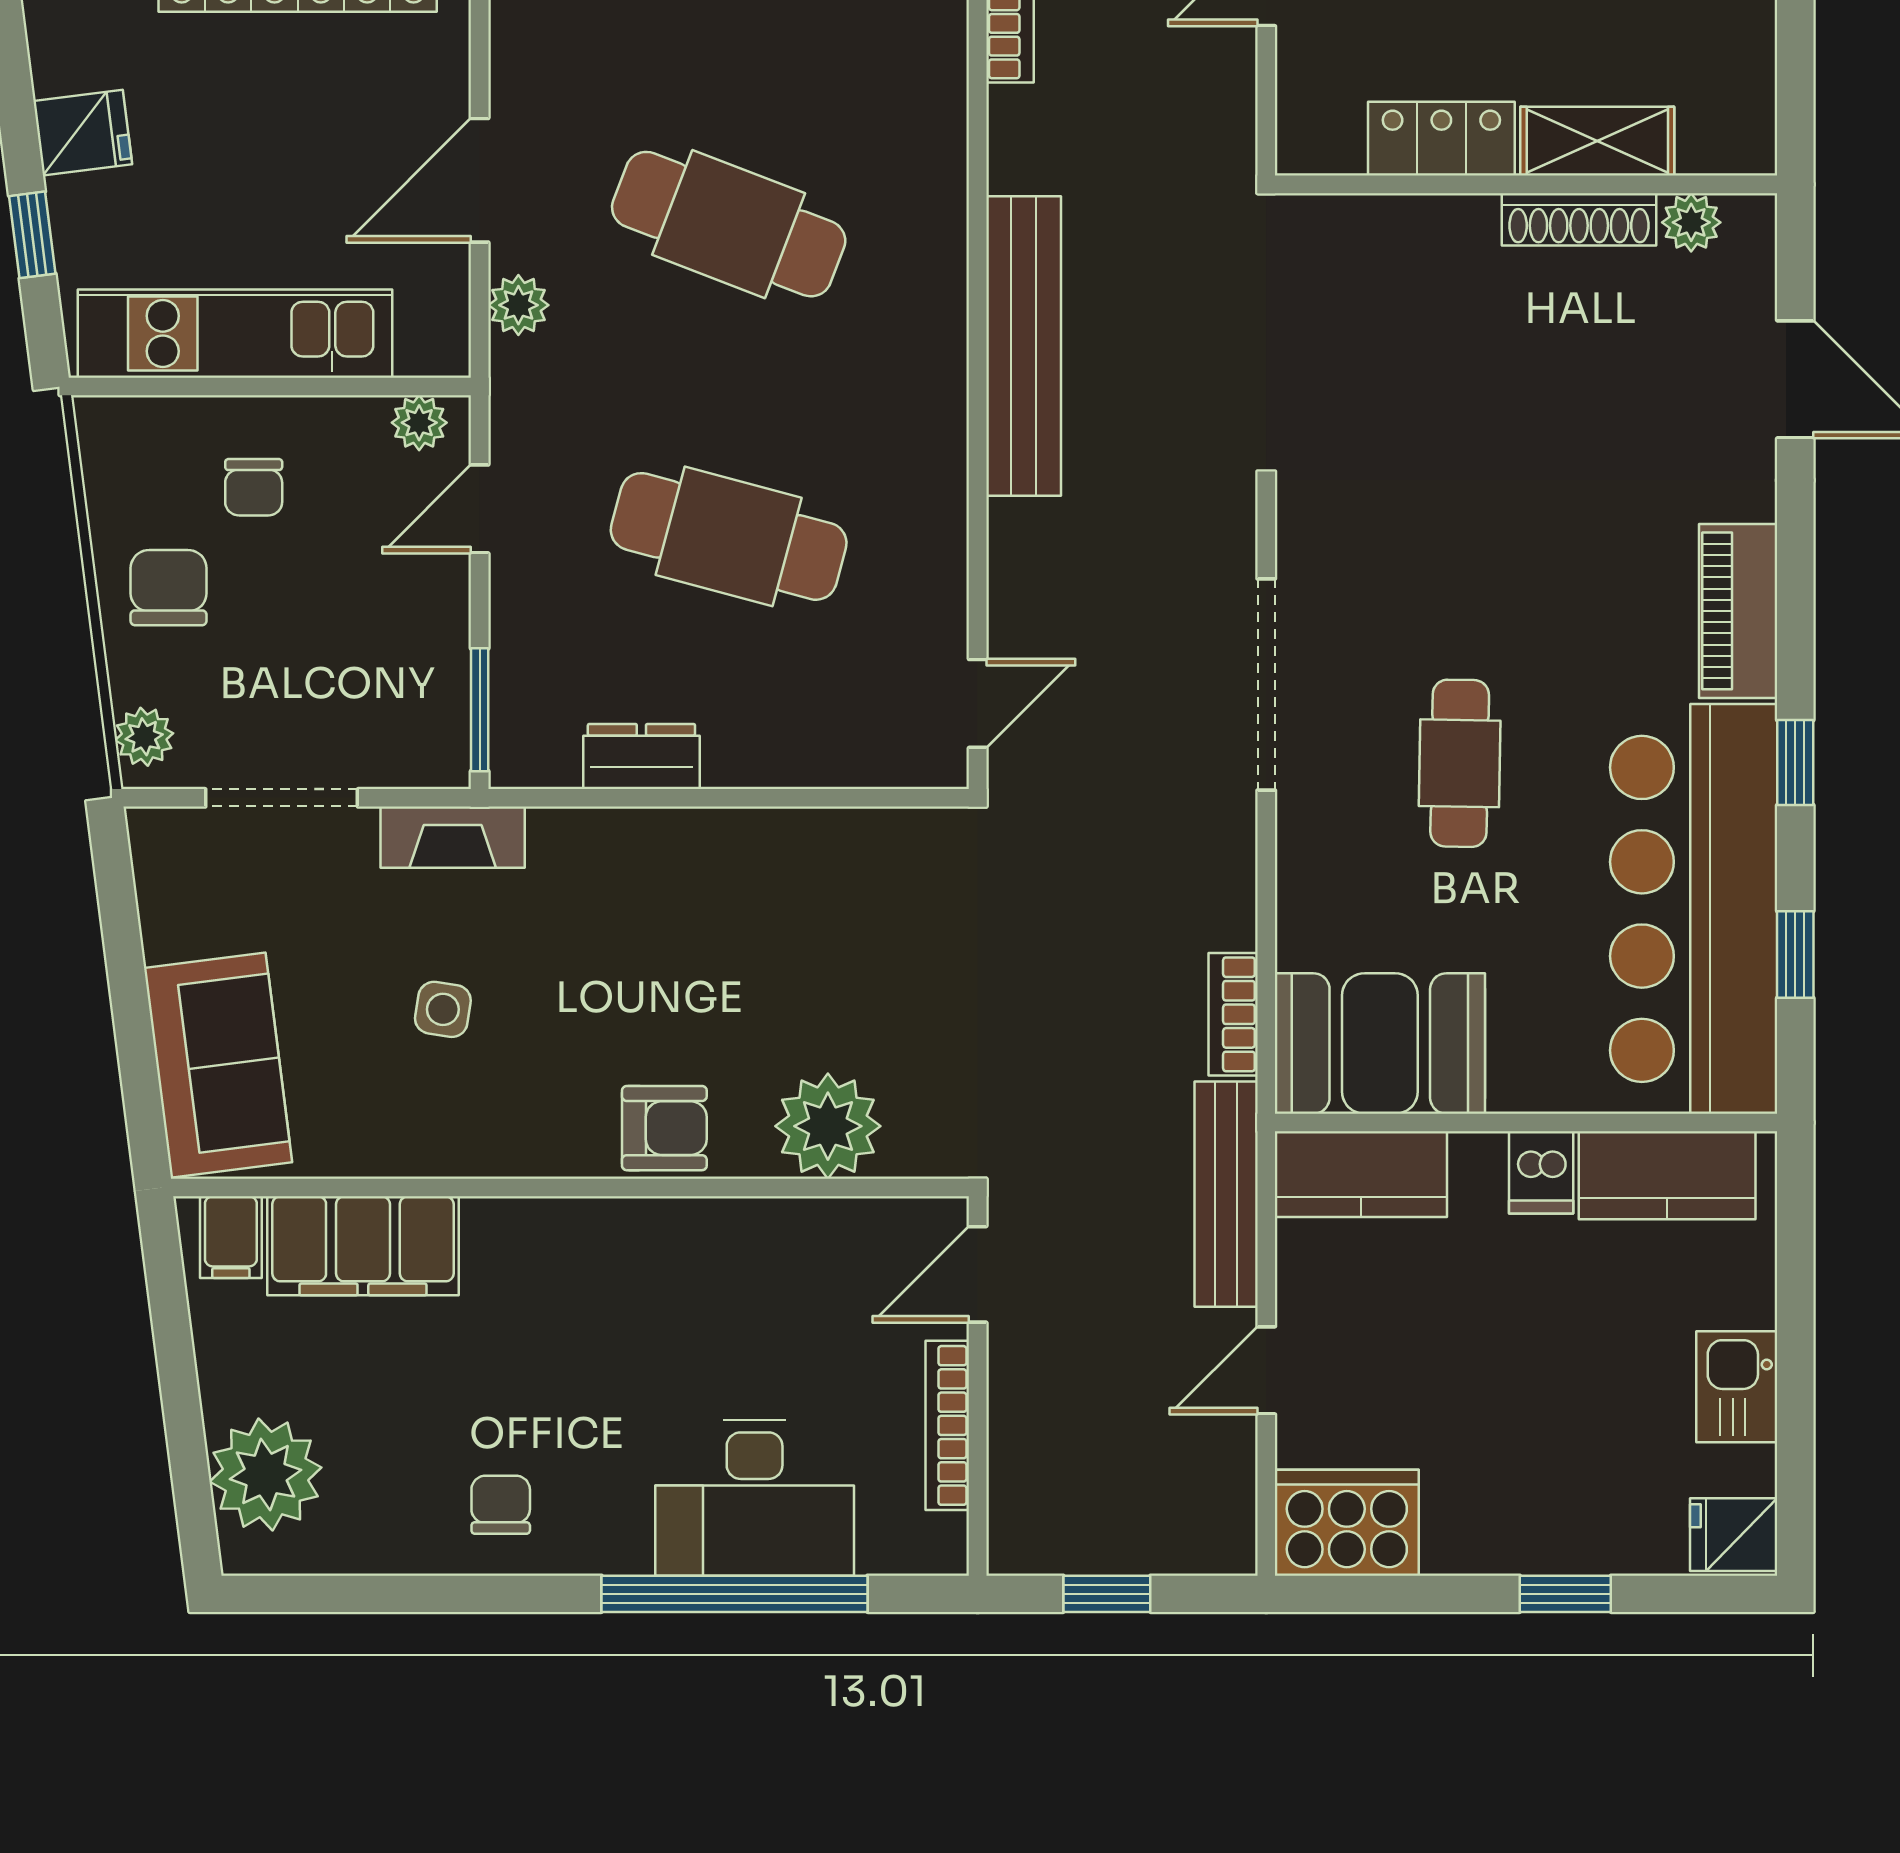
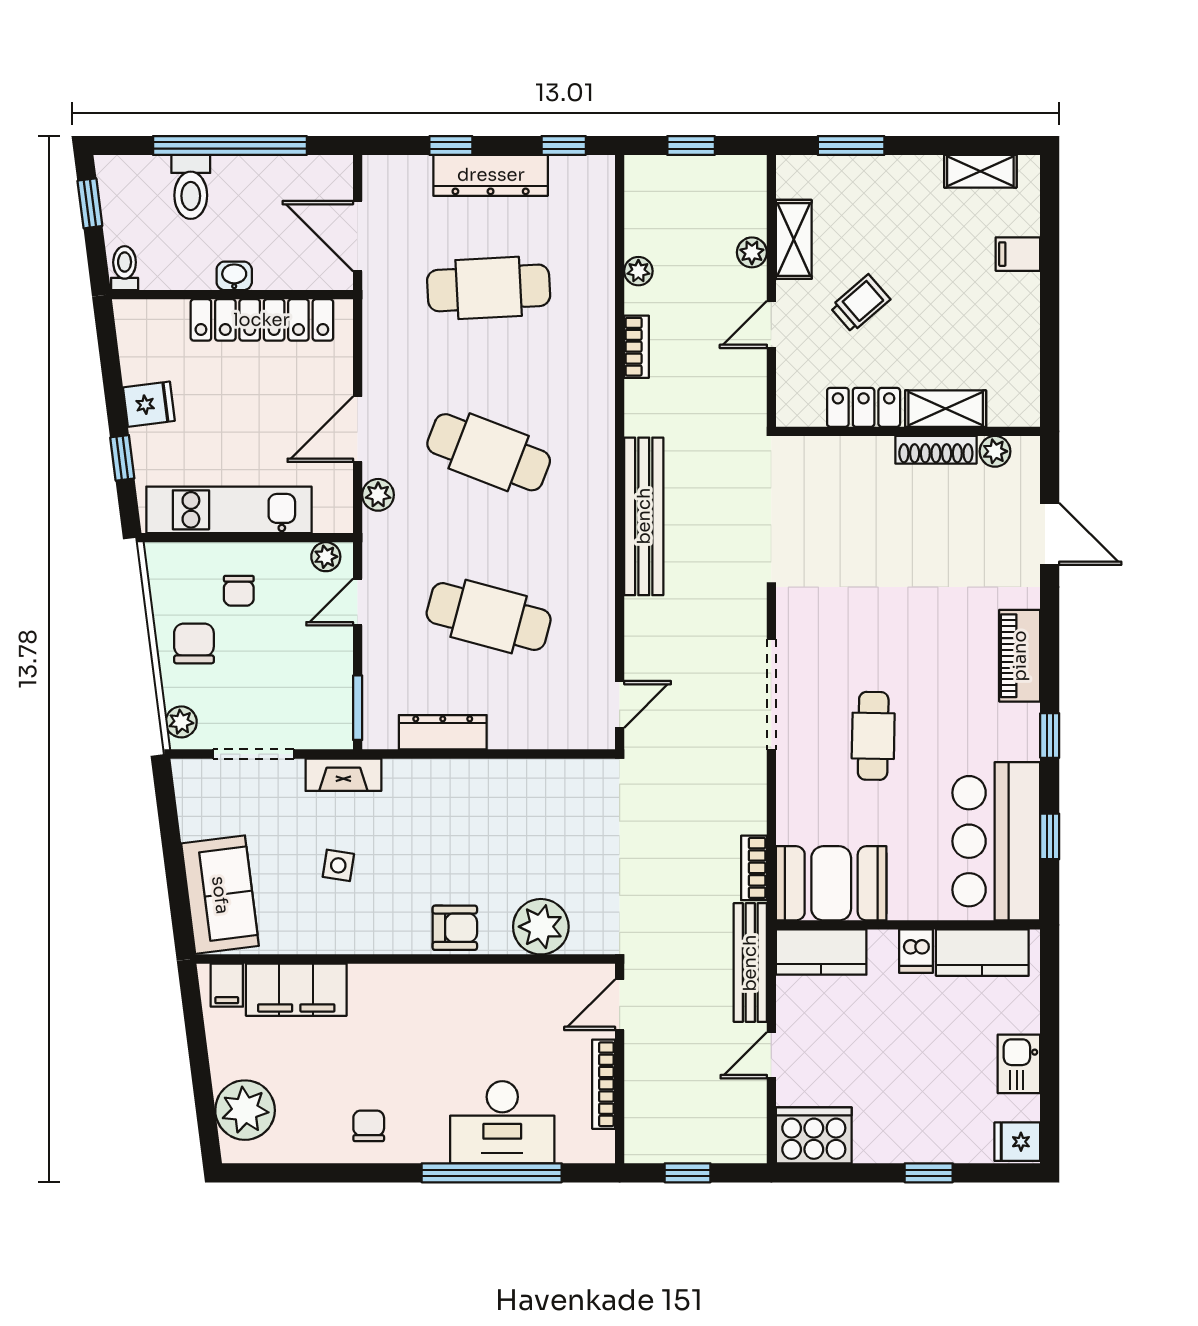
dresser: (641, 756) -> (443, 732), width x1.44
bar counter: (1694, 909) -> (996, 841), width x0.73

